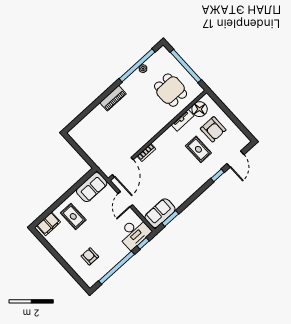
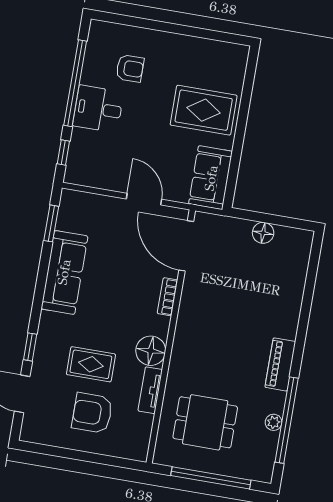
piano: (113, 98) -> (280, 364), moved
floor lamp: (200, 109) -> (151, 351), moved
floor lamp: (88, 148) -> (263, 233), added
sofa: (160, 213) -> (64, 272), moved, width x1.36
rug: (73, 216) -> (204, 110), width x1.36, depth x1.43
filing cabinet: (49, 224) -> (233, 69), removed
desk: (134, 233) -> (98, 109), moved, width x0.73

